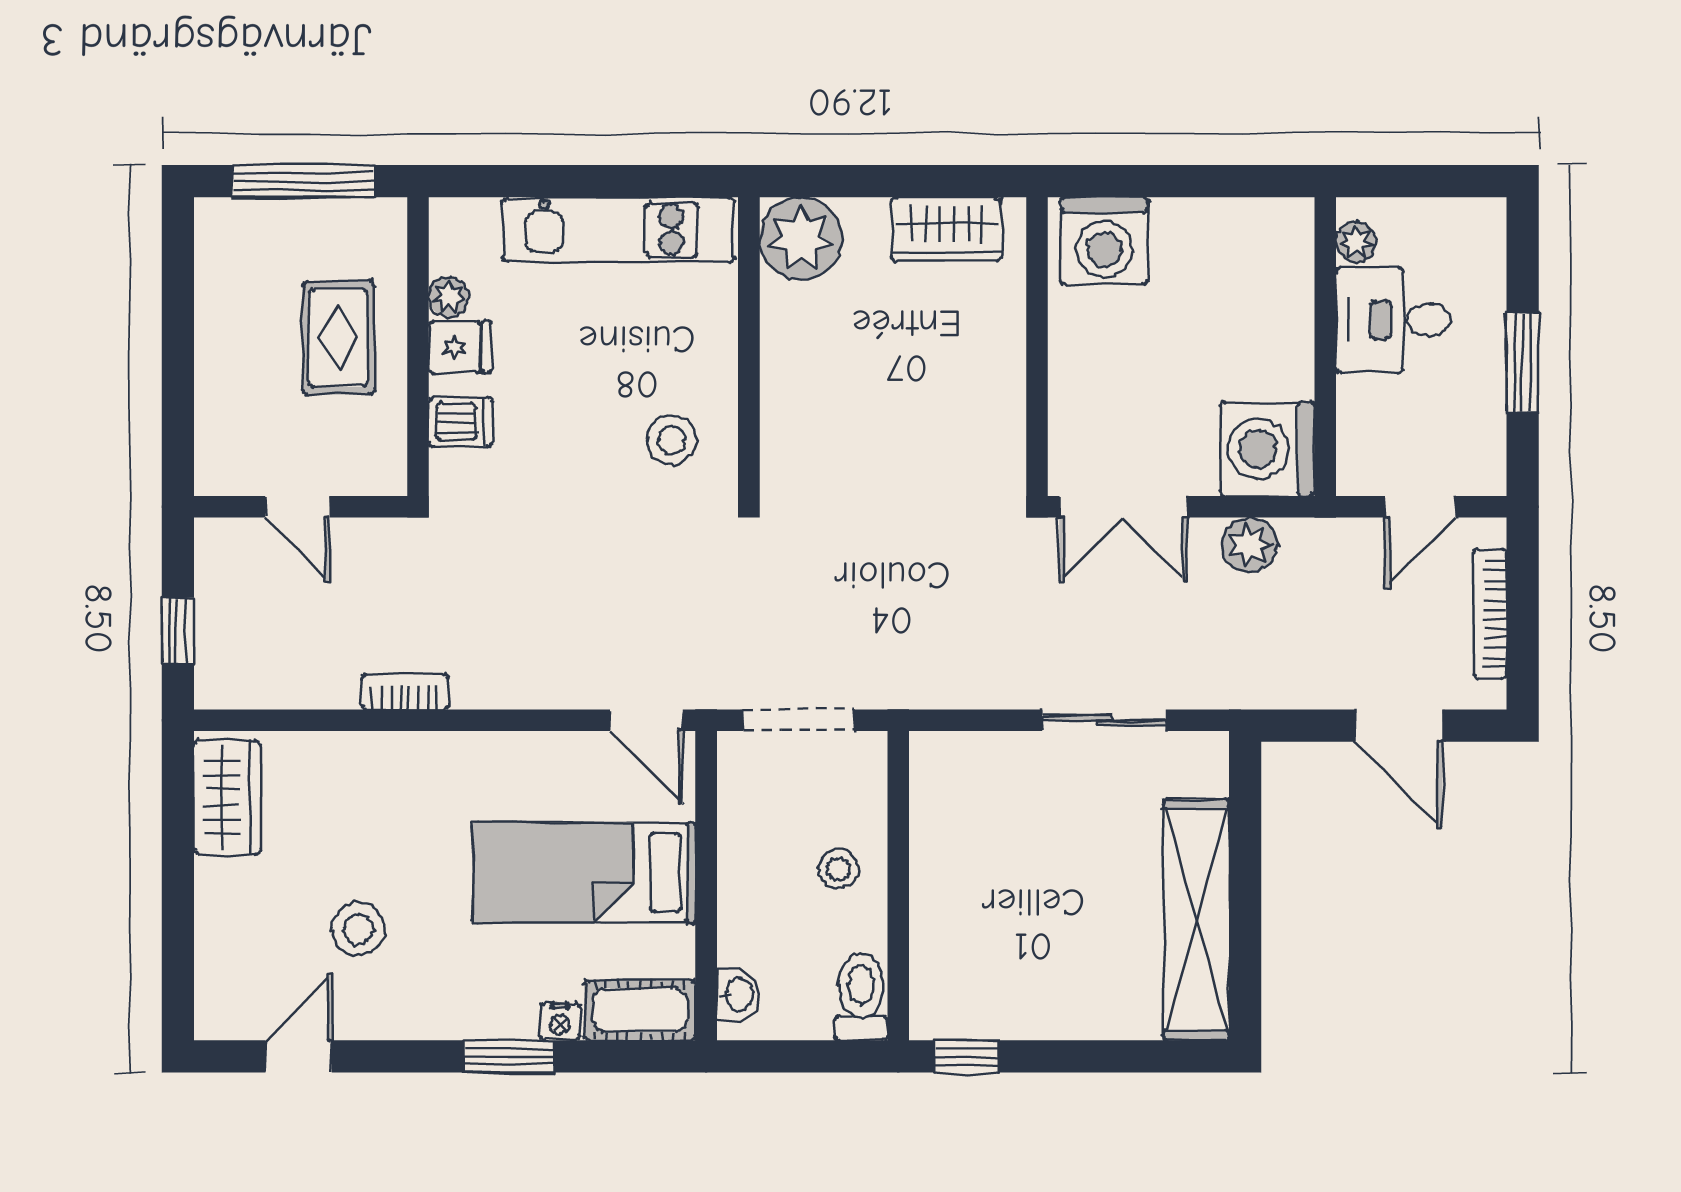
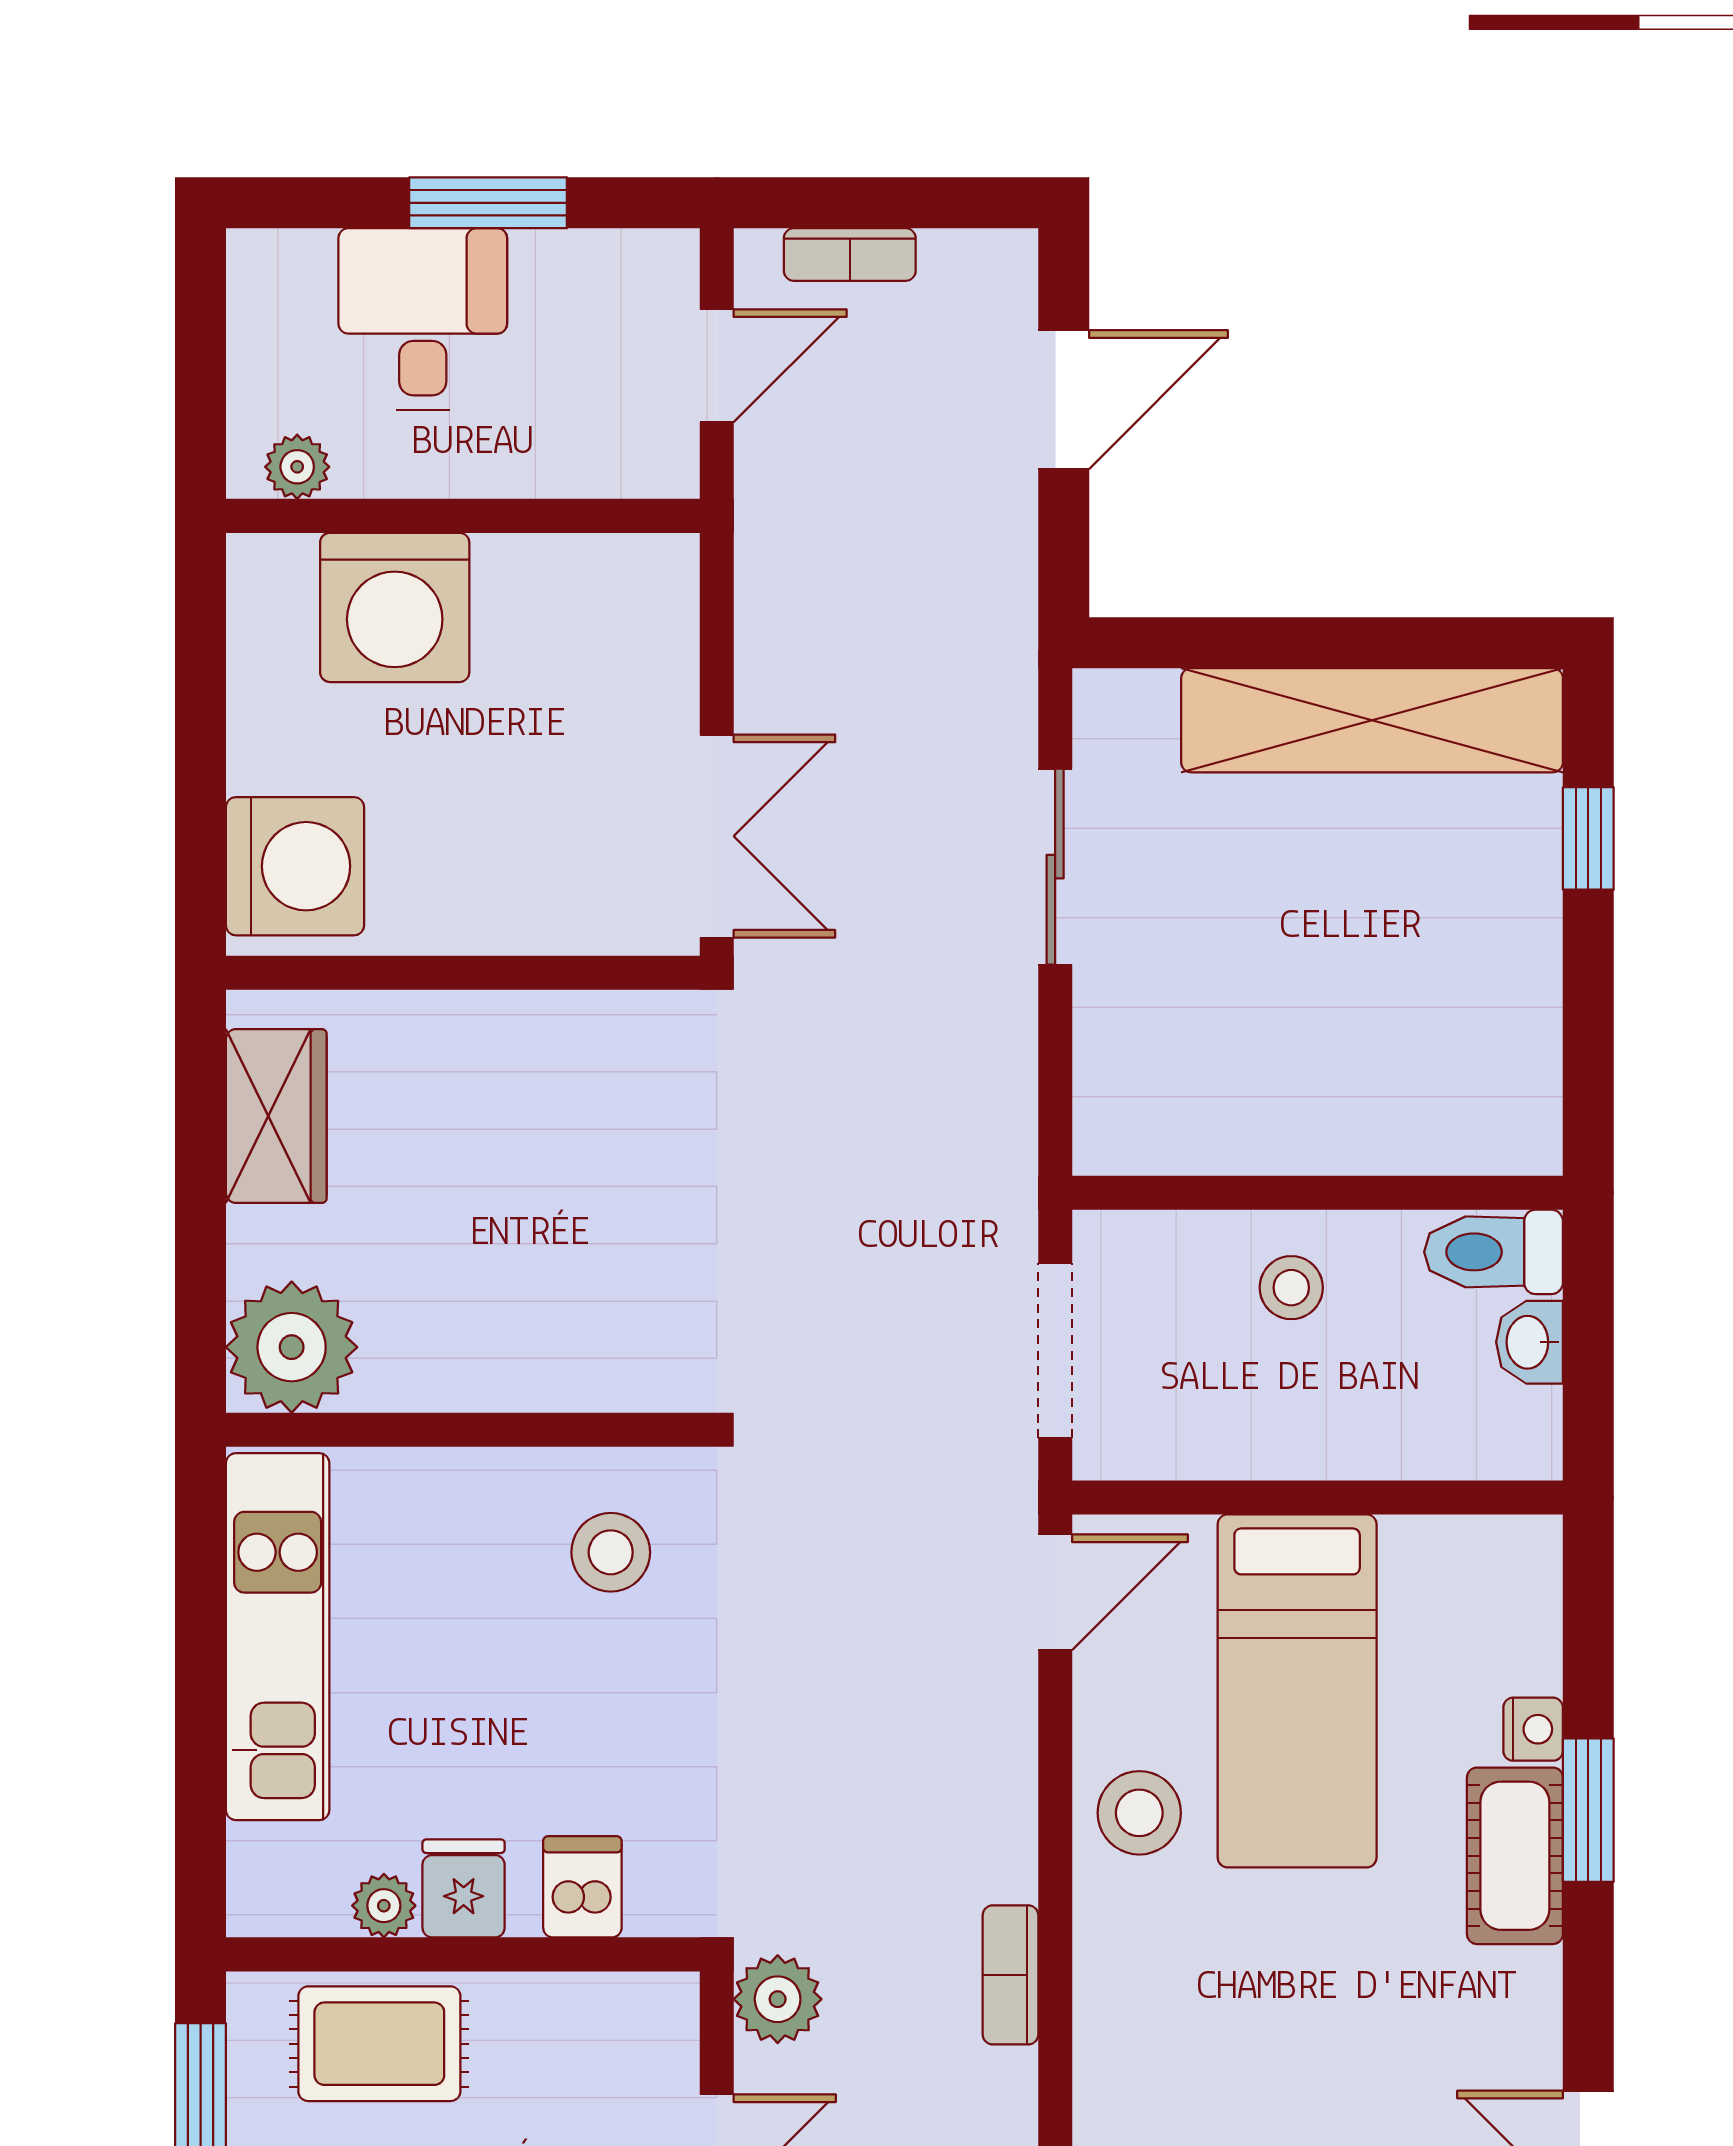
desk: (1393, 320) -> (423, 319), moved, turned 180
rug: (338, 338) -> (379, 2044), moved
washing machine: (1267, 449) -> (395, 607), moved
door: (1420, 507) -> (717, 366), hinge flipped
plant: (1250, 545) -> (778, 1999), moved
bookcase: (1490, 614) -> (850, 254), width x0.64
stool: (358, 929) -> (1139, 1813), moved
washbasin: (738, 995) -> (1529, 1342), moved, turned -90
cot: (640, 1010) -> (1515, 1856), moved
window: (966, 1056) -> (1588, 838), moved

